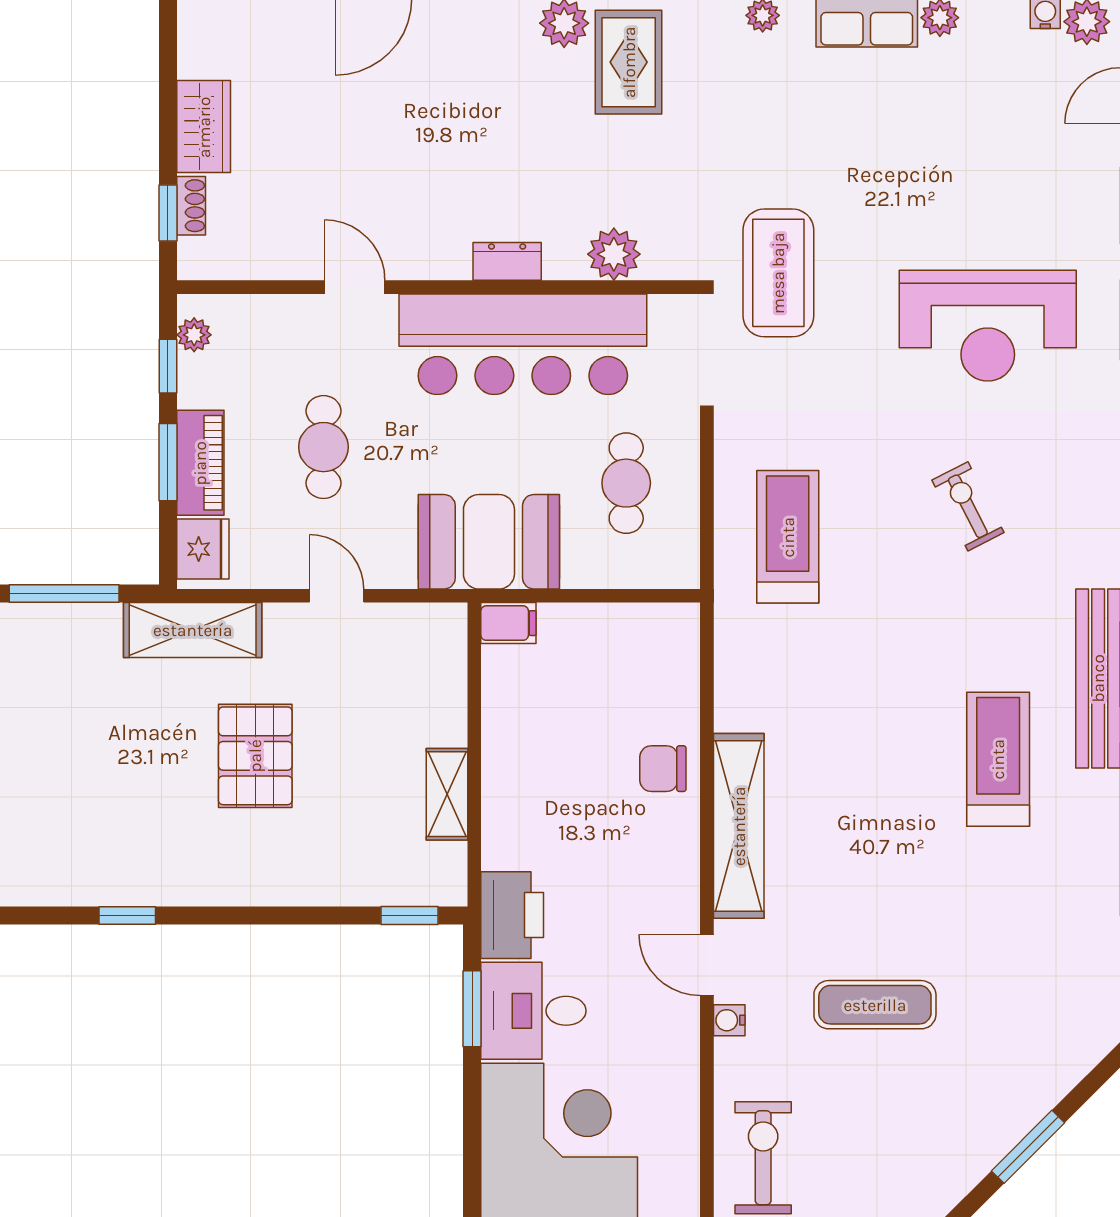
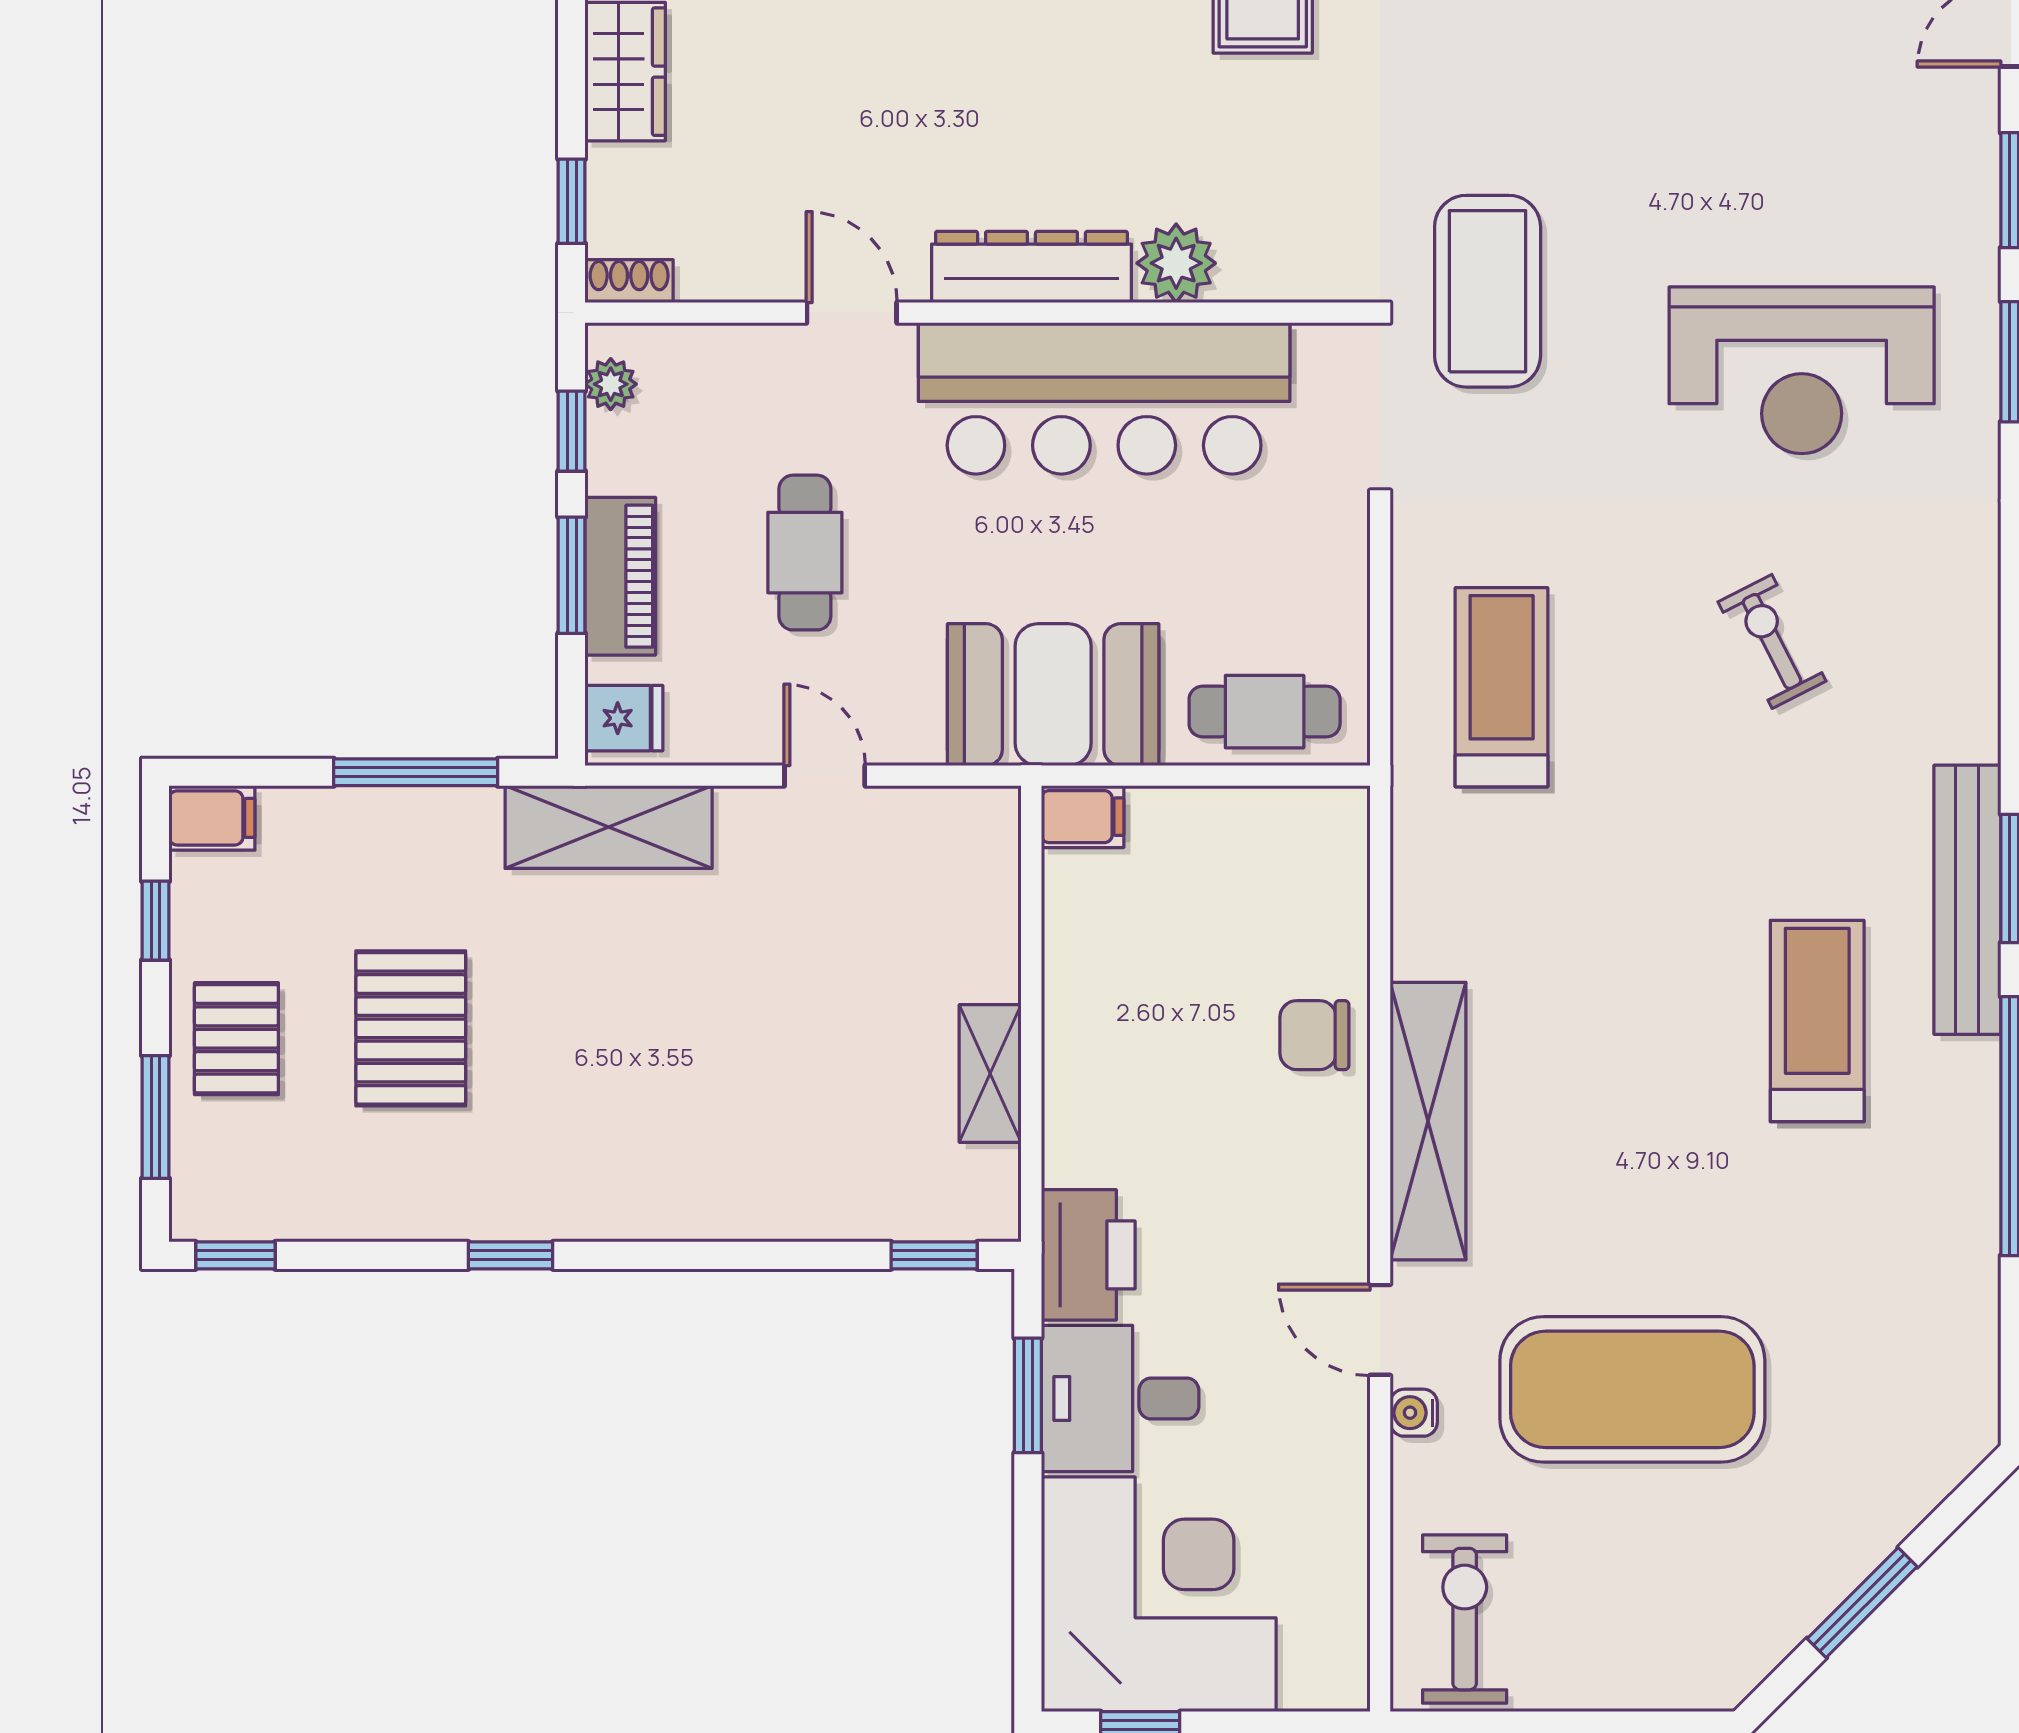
shoe rack: (191, 206) -> (629, 281), moved, turned -90
plant: (614, 254) -> (1176, 263), moved
dresser: (507, 261) -> (1031, 267), width x1.96, depth x1.24
cafe table: (626, 483) -> (1265, 712), moved, turned 90
fridge: (203, 549) -> (624, 718), width x0.72
pallet: (255, 756) -> (411, 1028), moved
exercise mat: (875, 1005) -> (1632, 1389), width x2.00, depth x1.45

